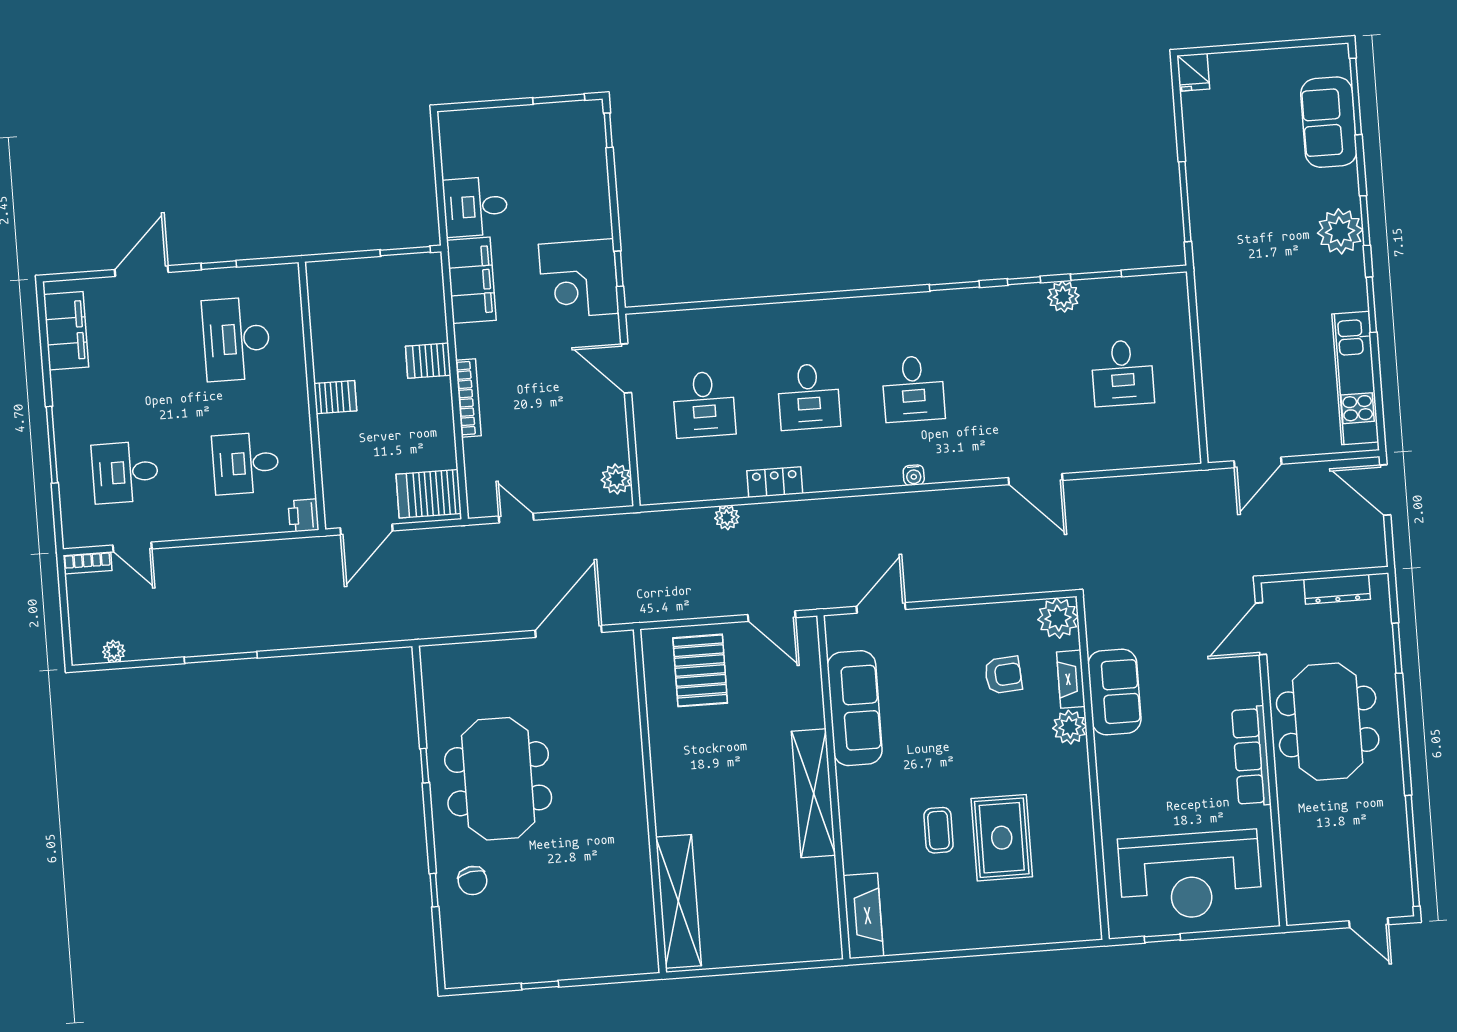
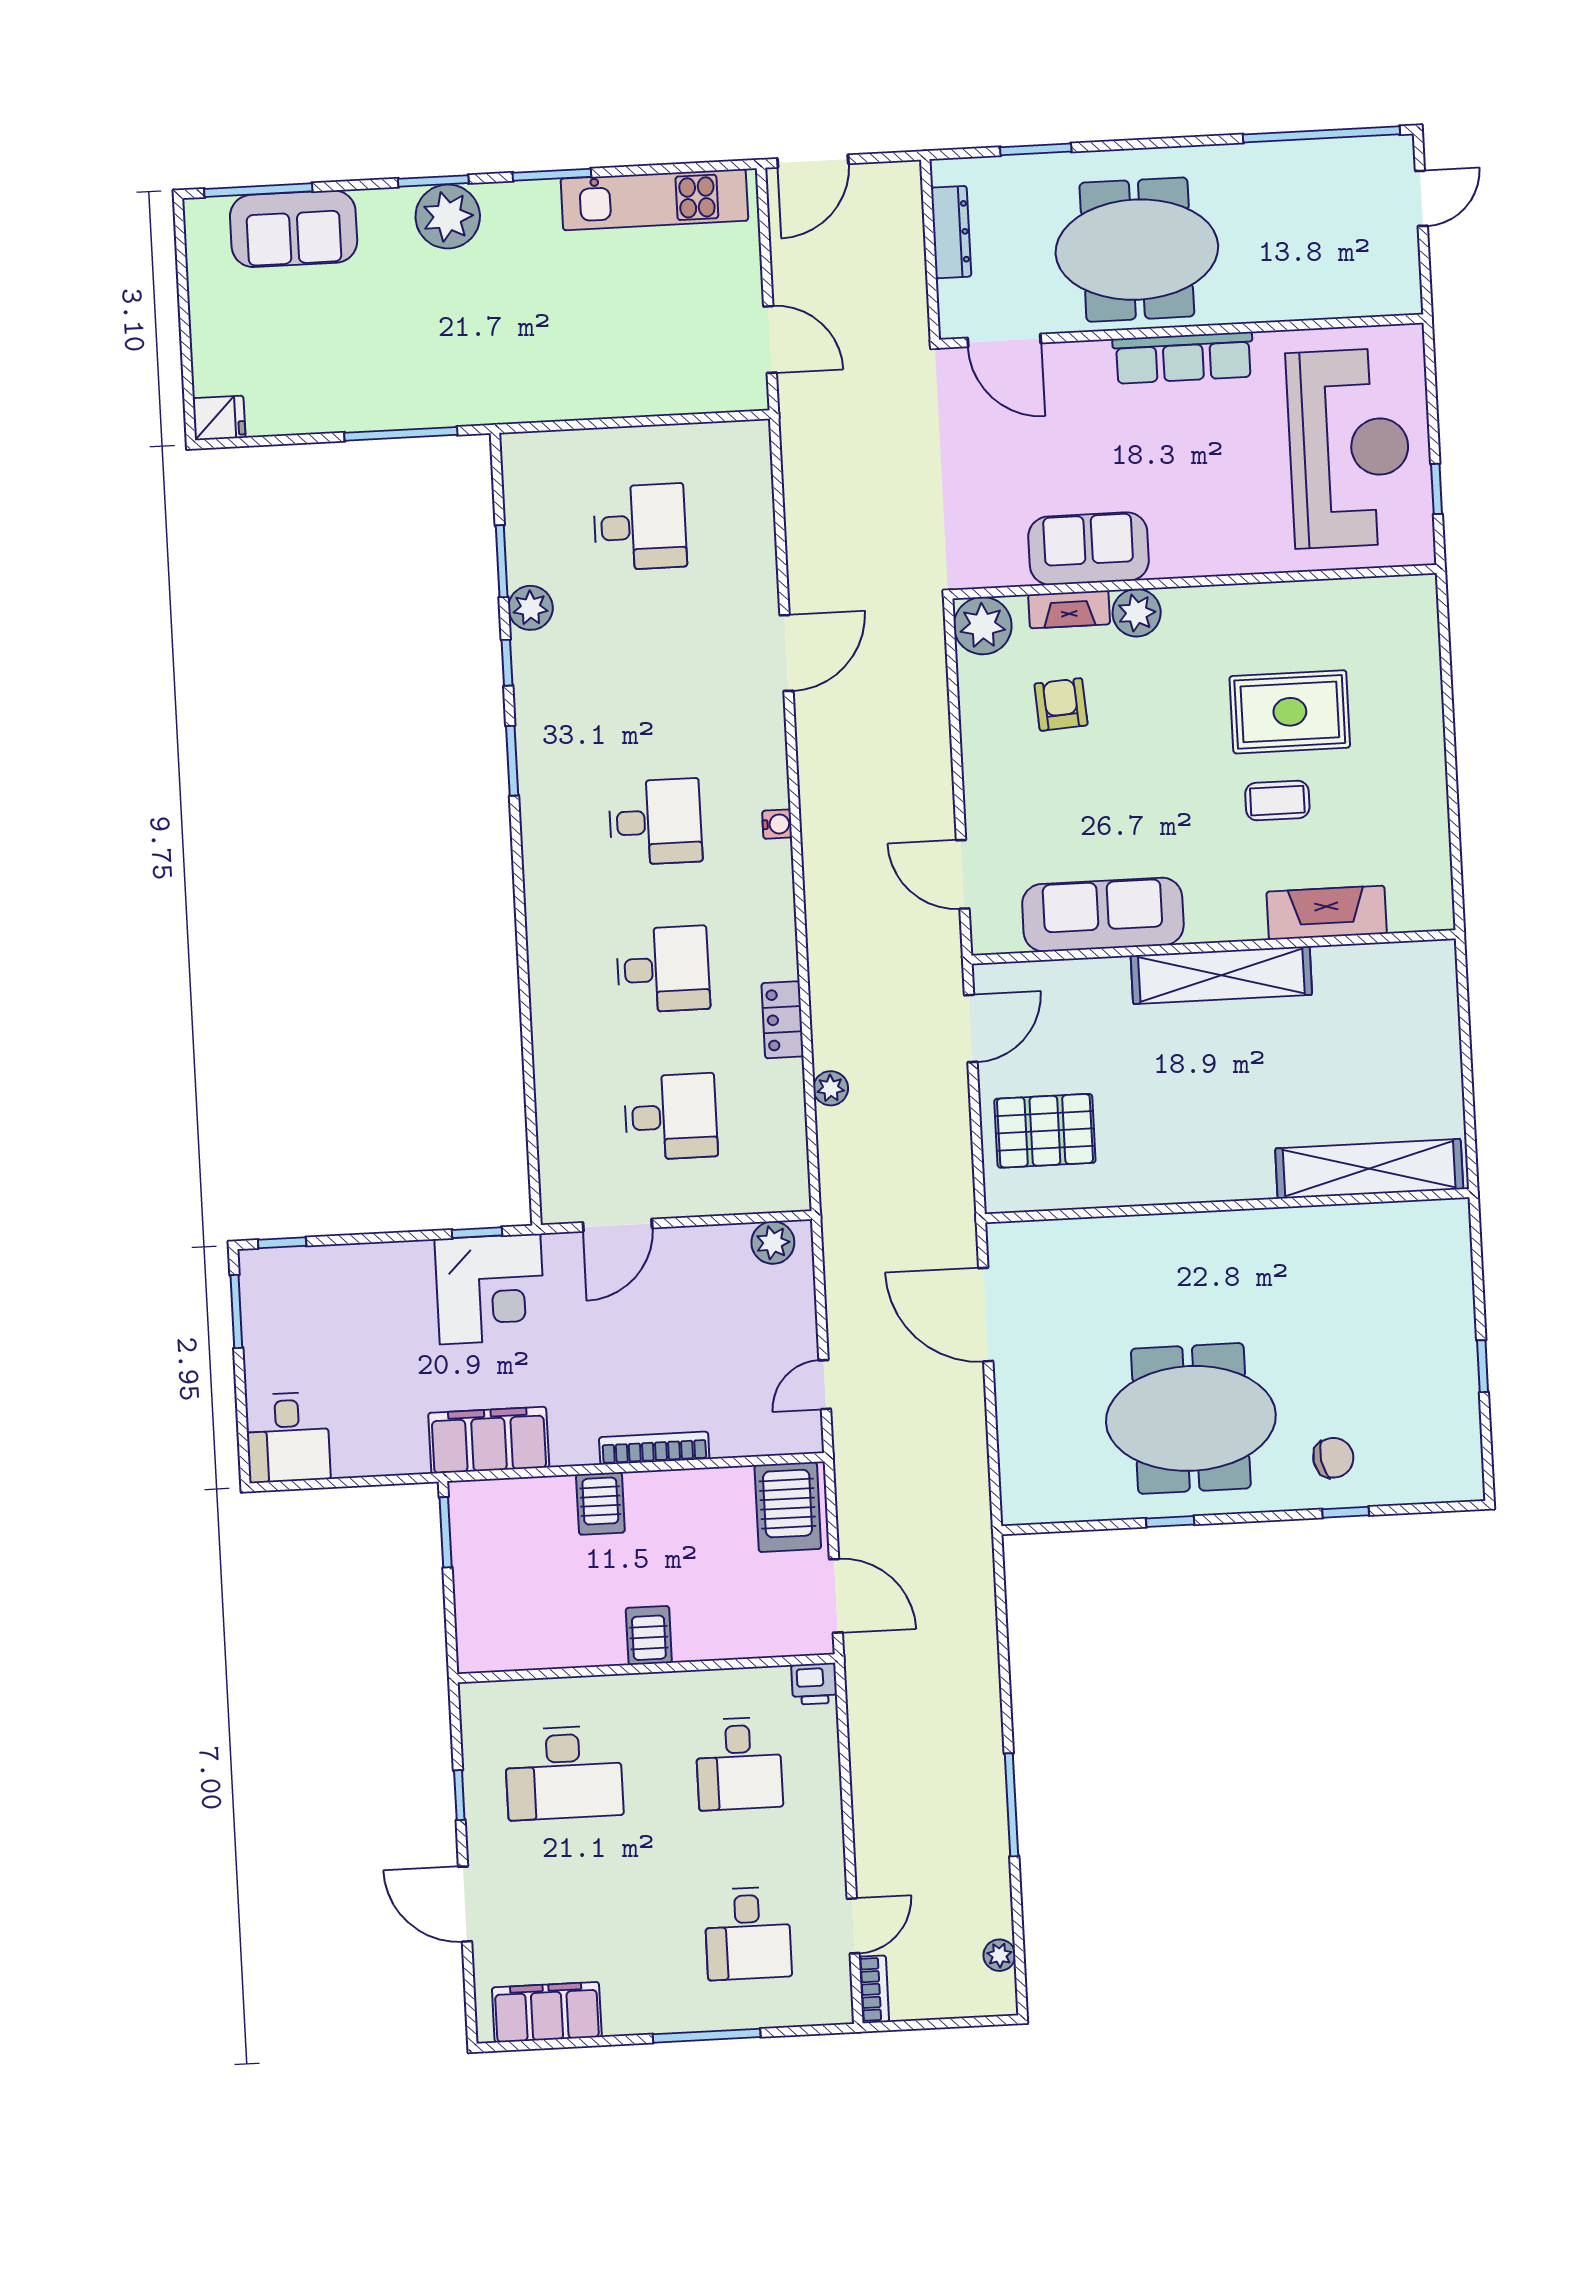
desk: (475, 207) -> (288, 1437), moved
fireplace: (863, 916) -> (1327, 913), moved

